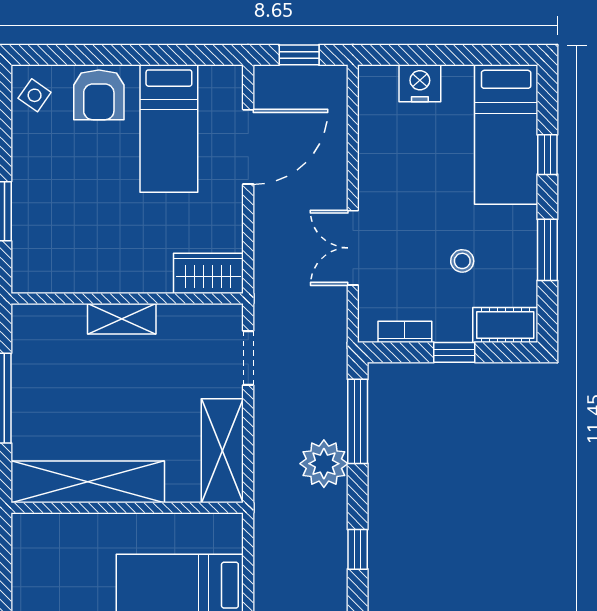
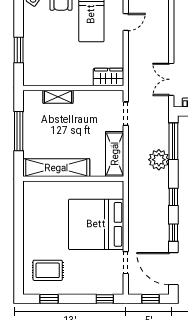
door: (248, 147) -> (126, 22), width x0.53
double door: (353, 248) -> (171, 79), moved
shelving: (122, 319) -> (58, 97), moved

